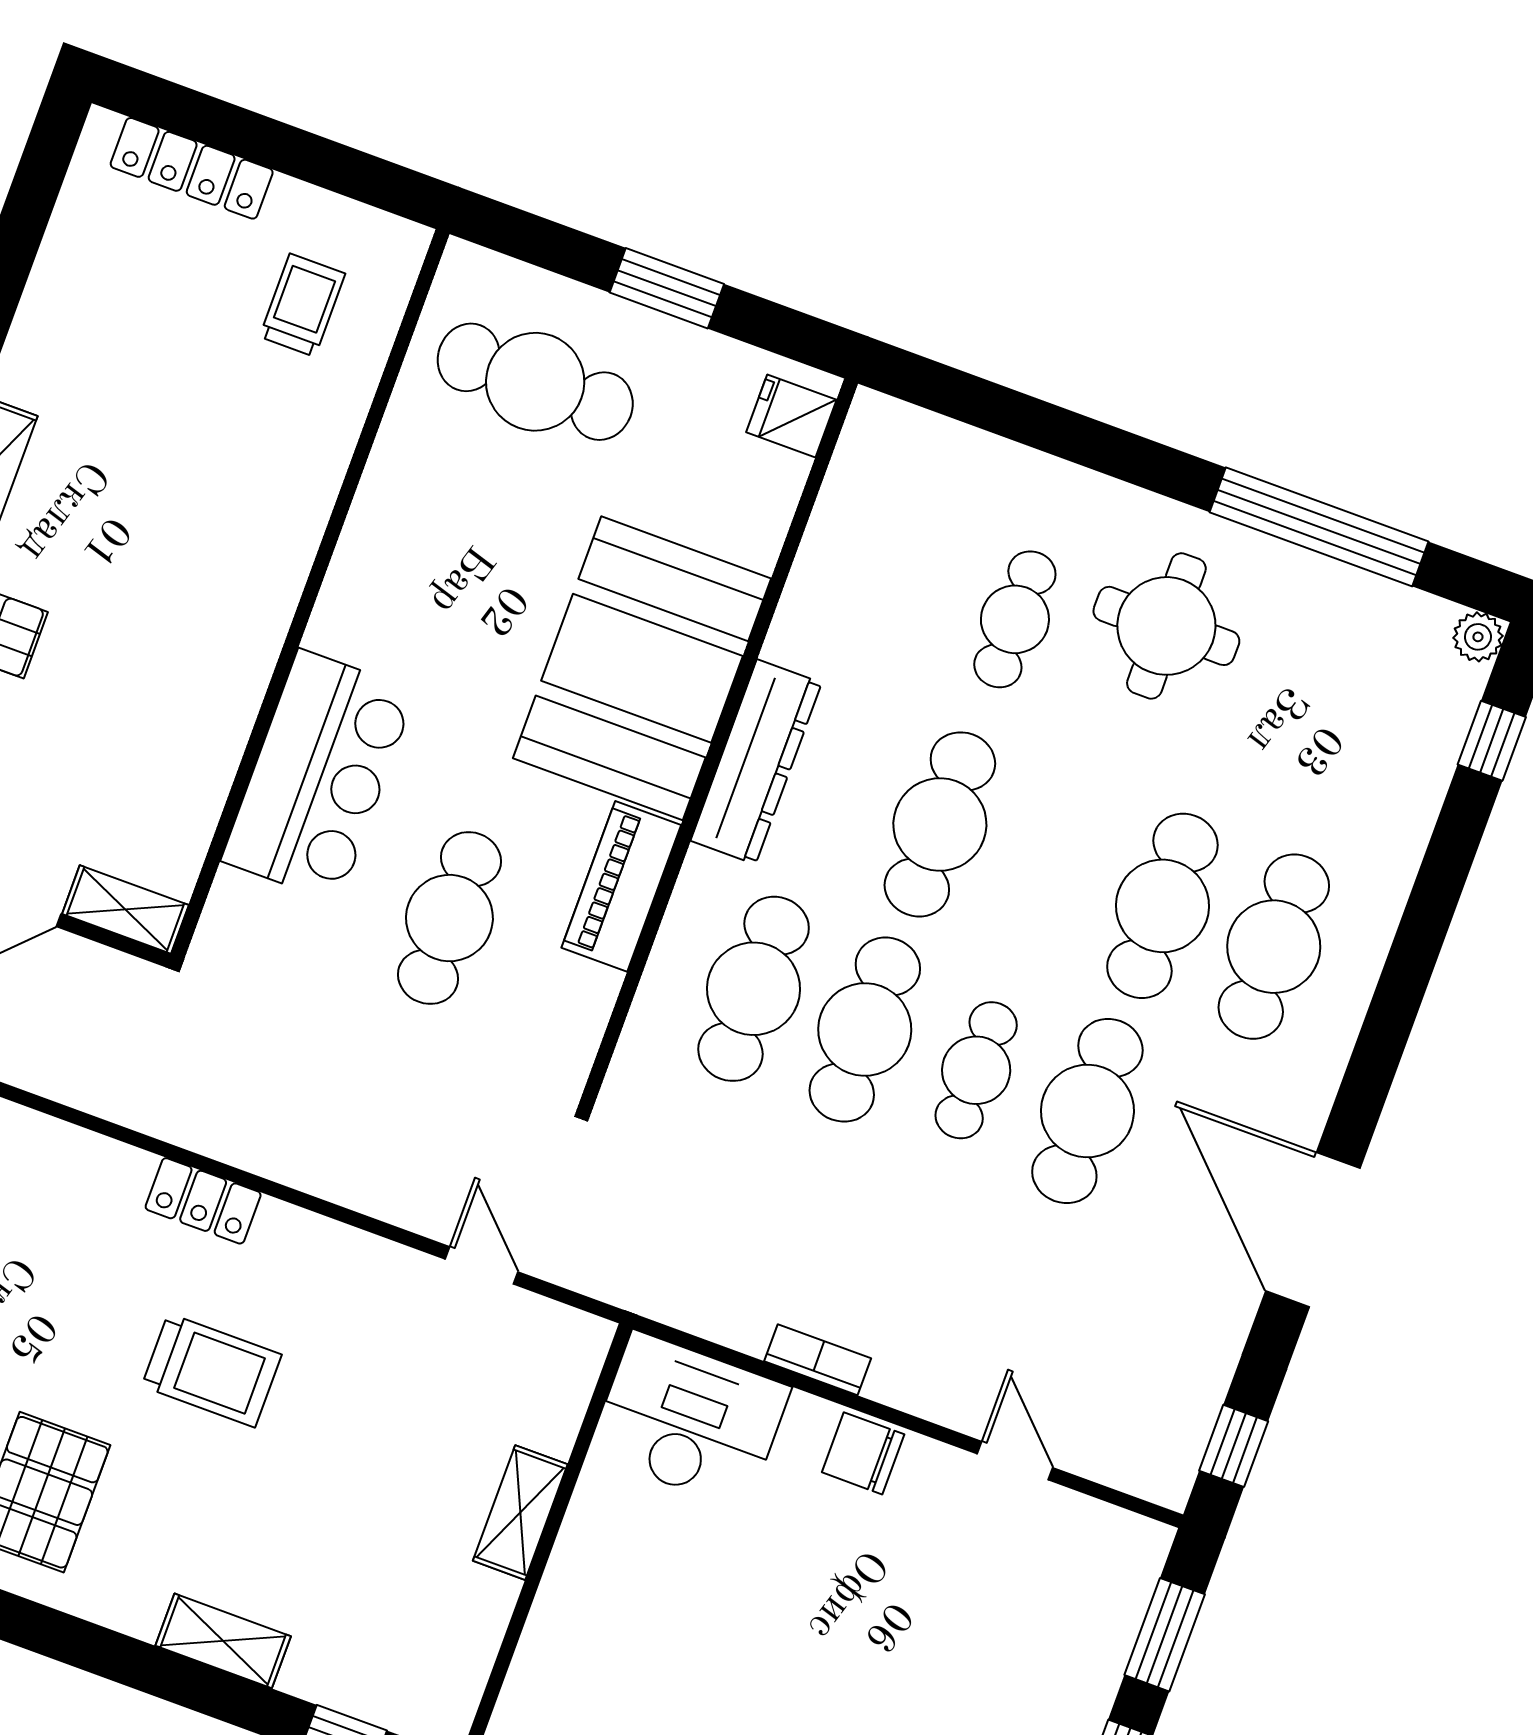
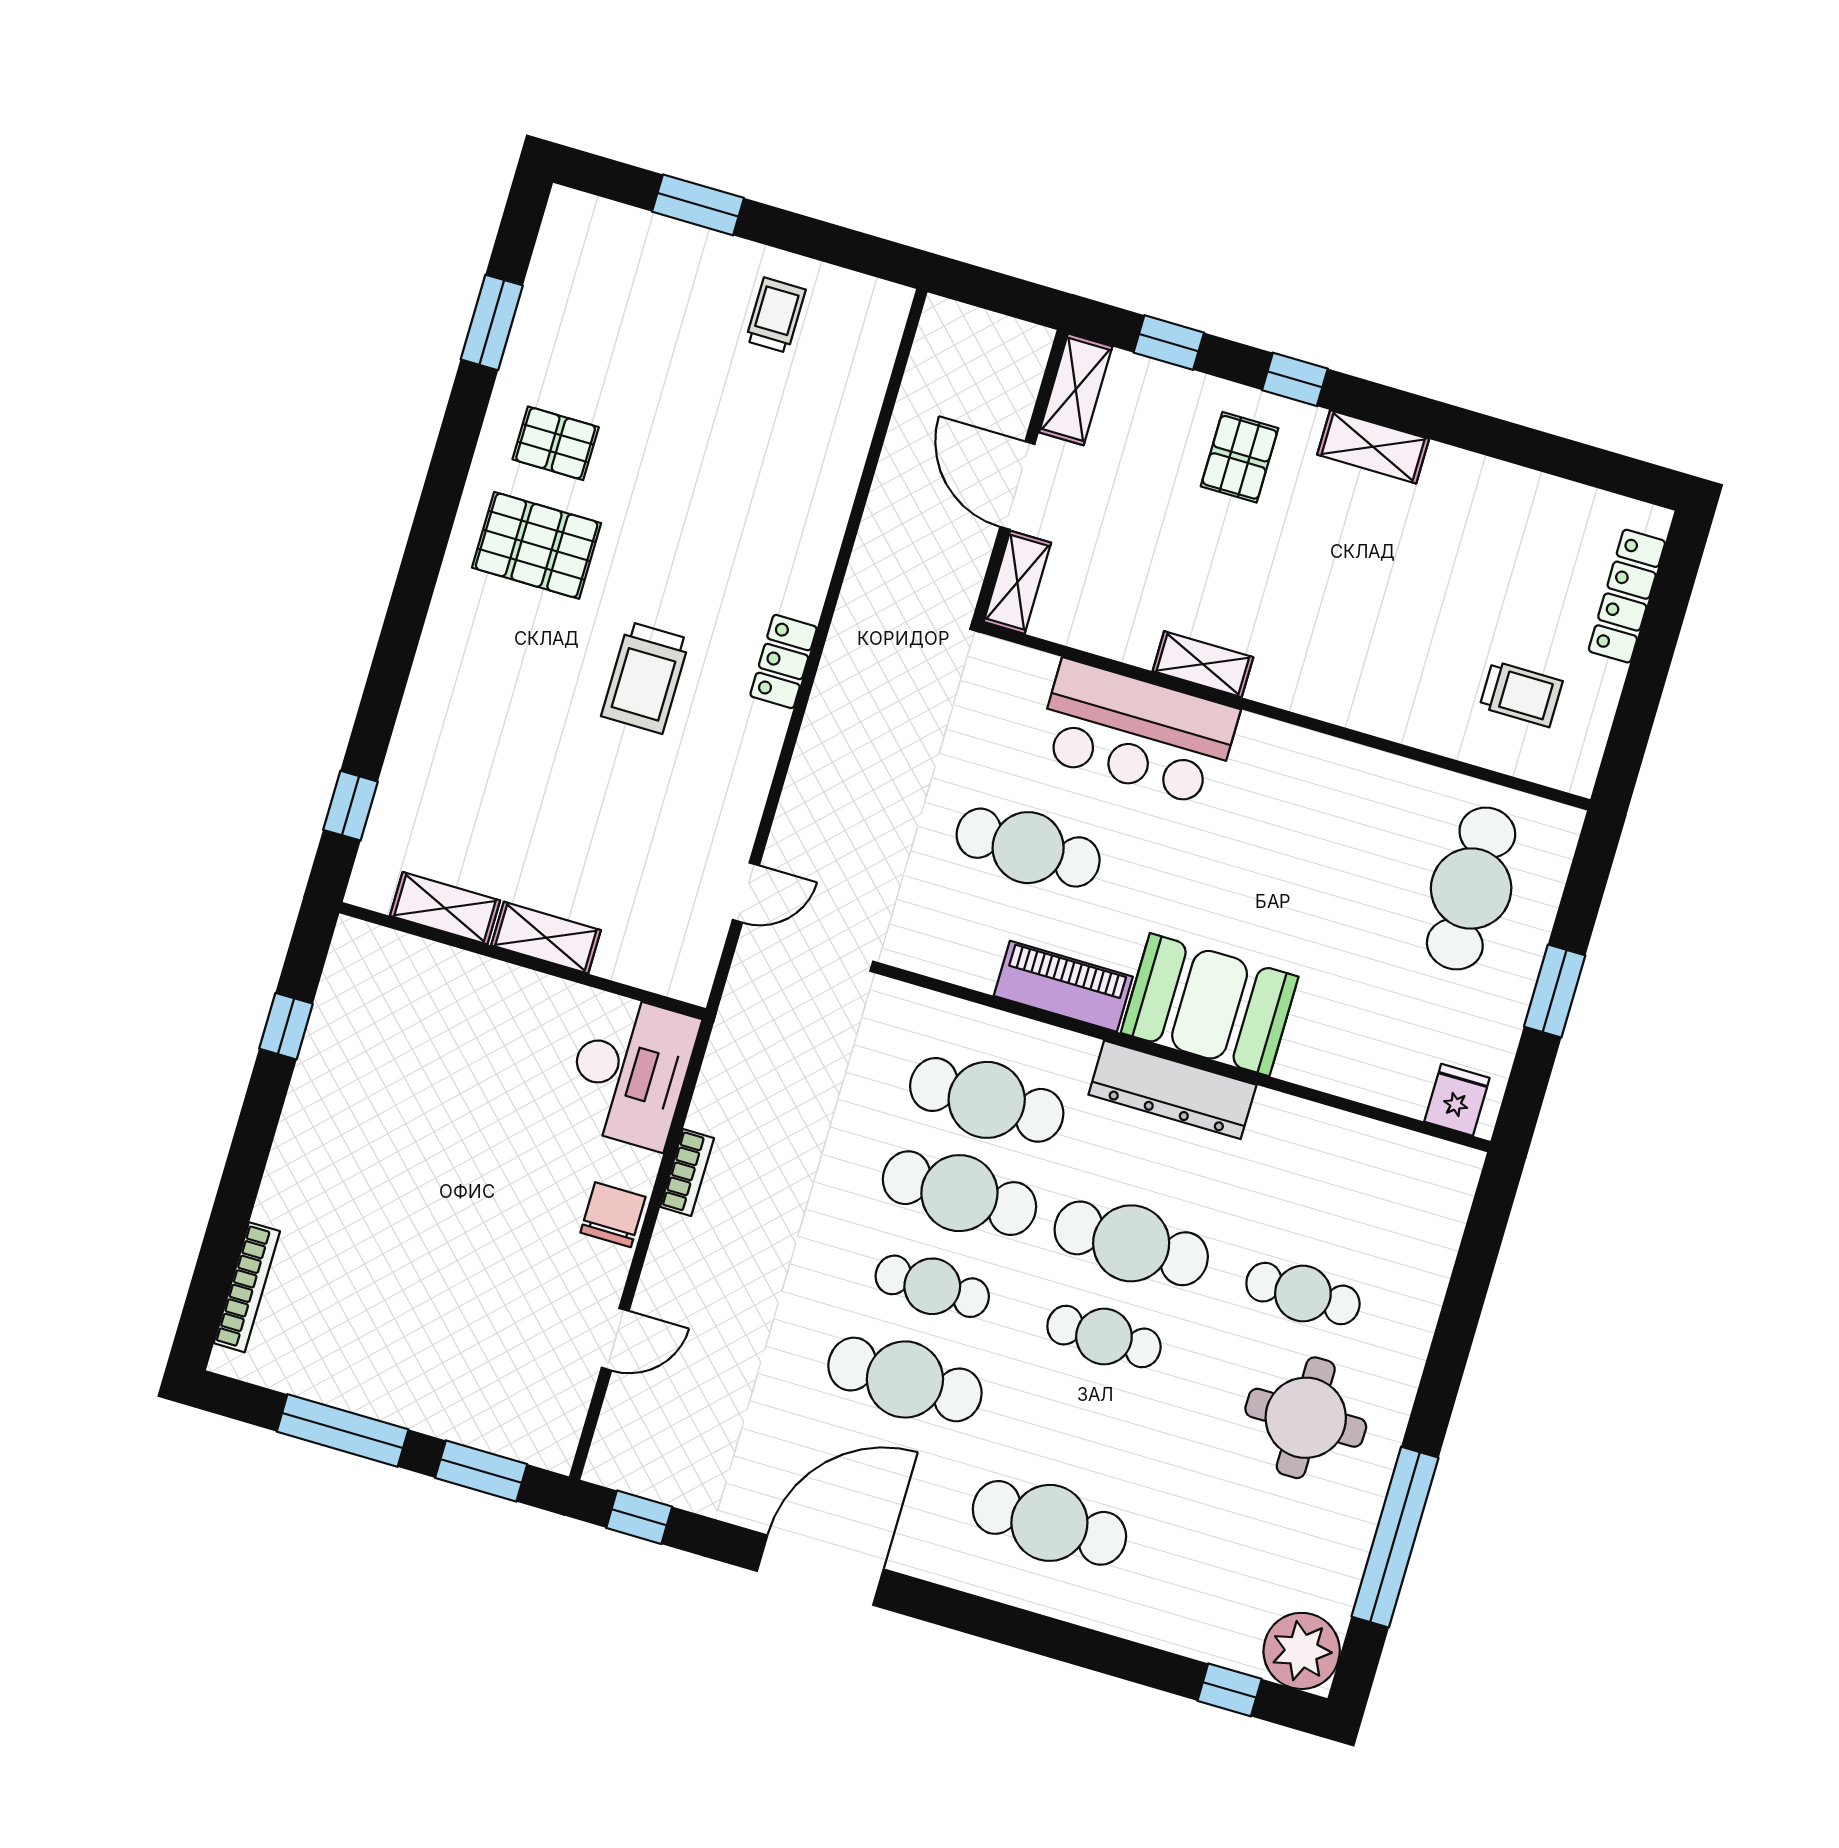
plant: (1478, 637) -> (1302, 1651), width x1.87, depth x1.87
booth: (642, 668) -> (1210, 1005), width x0.73, depth x0.70
shelving: (240, 690) -> (1203, 664), added
cafe table: (1162, 906) -> (1104, 1337), moved, width x0.73, depth x0.74
shelving: (223, 1641) -> (445, 908), moved, turned 90

